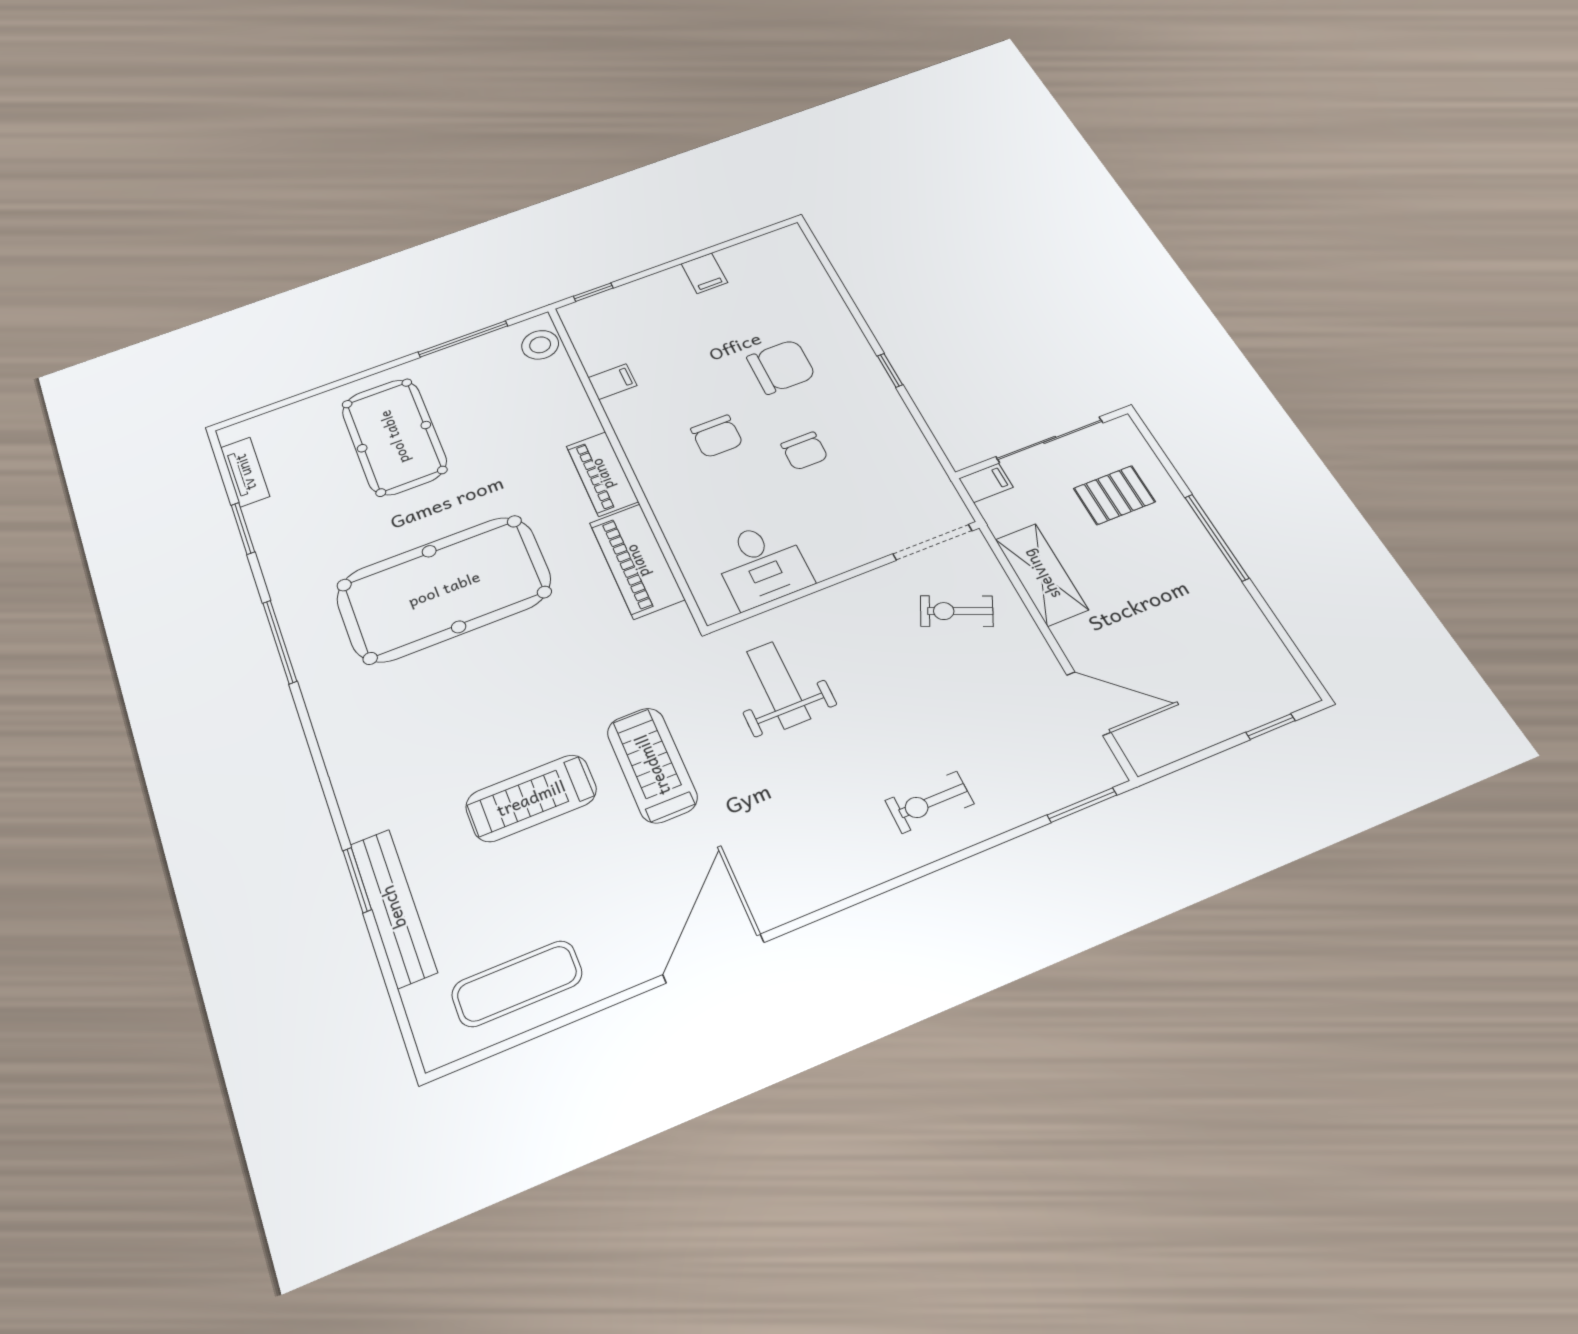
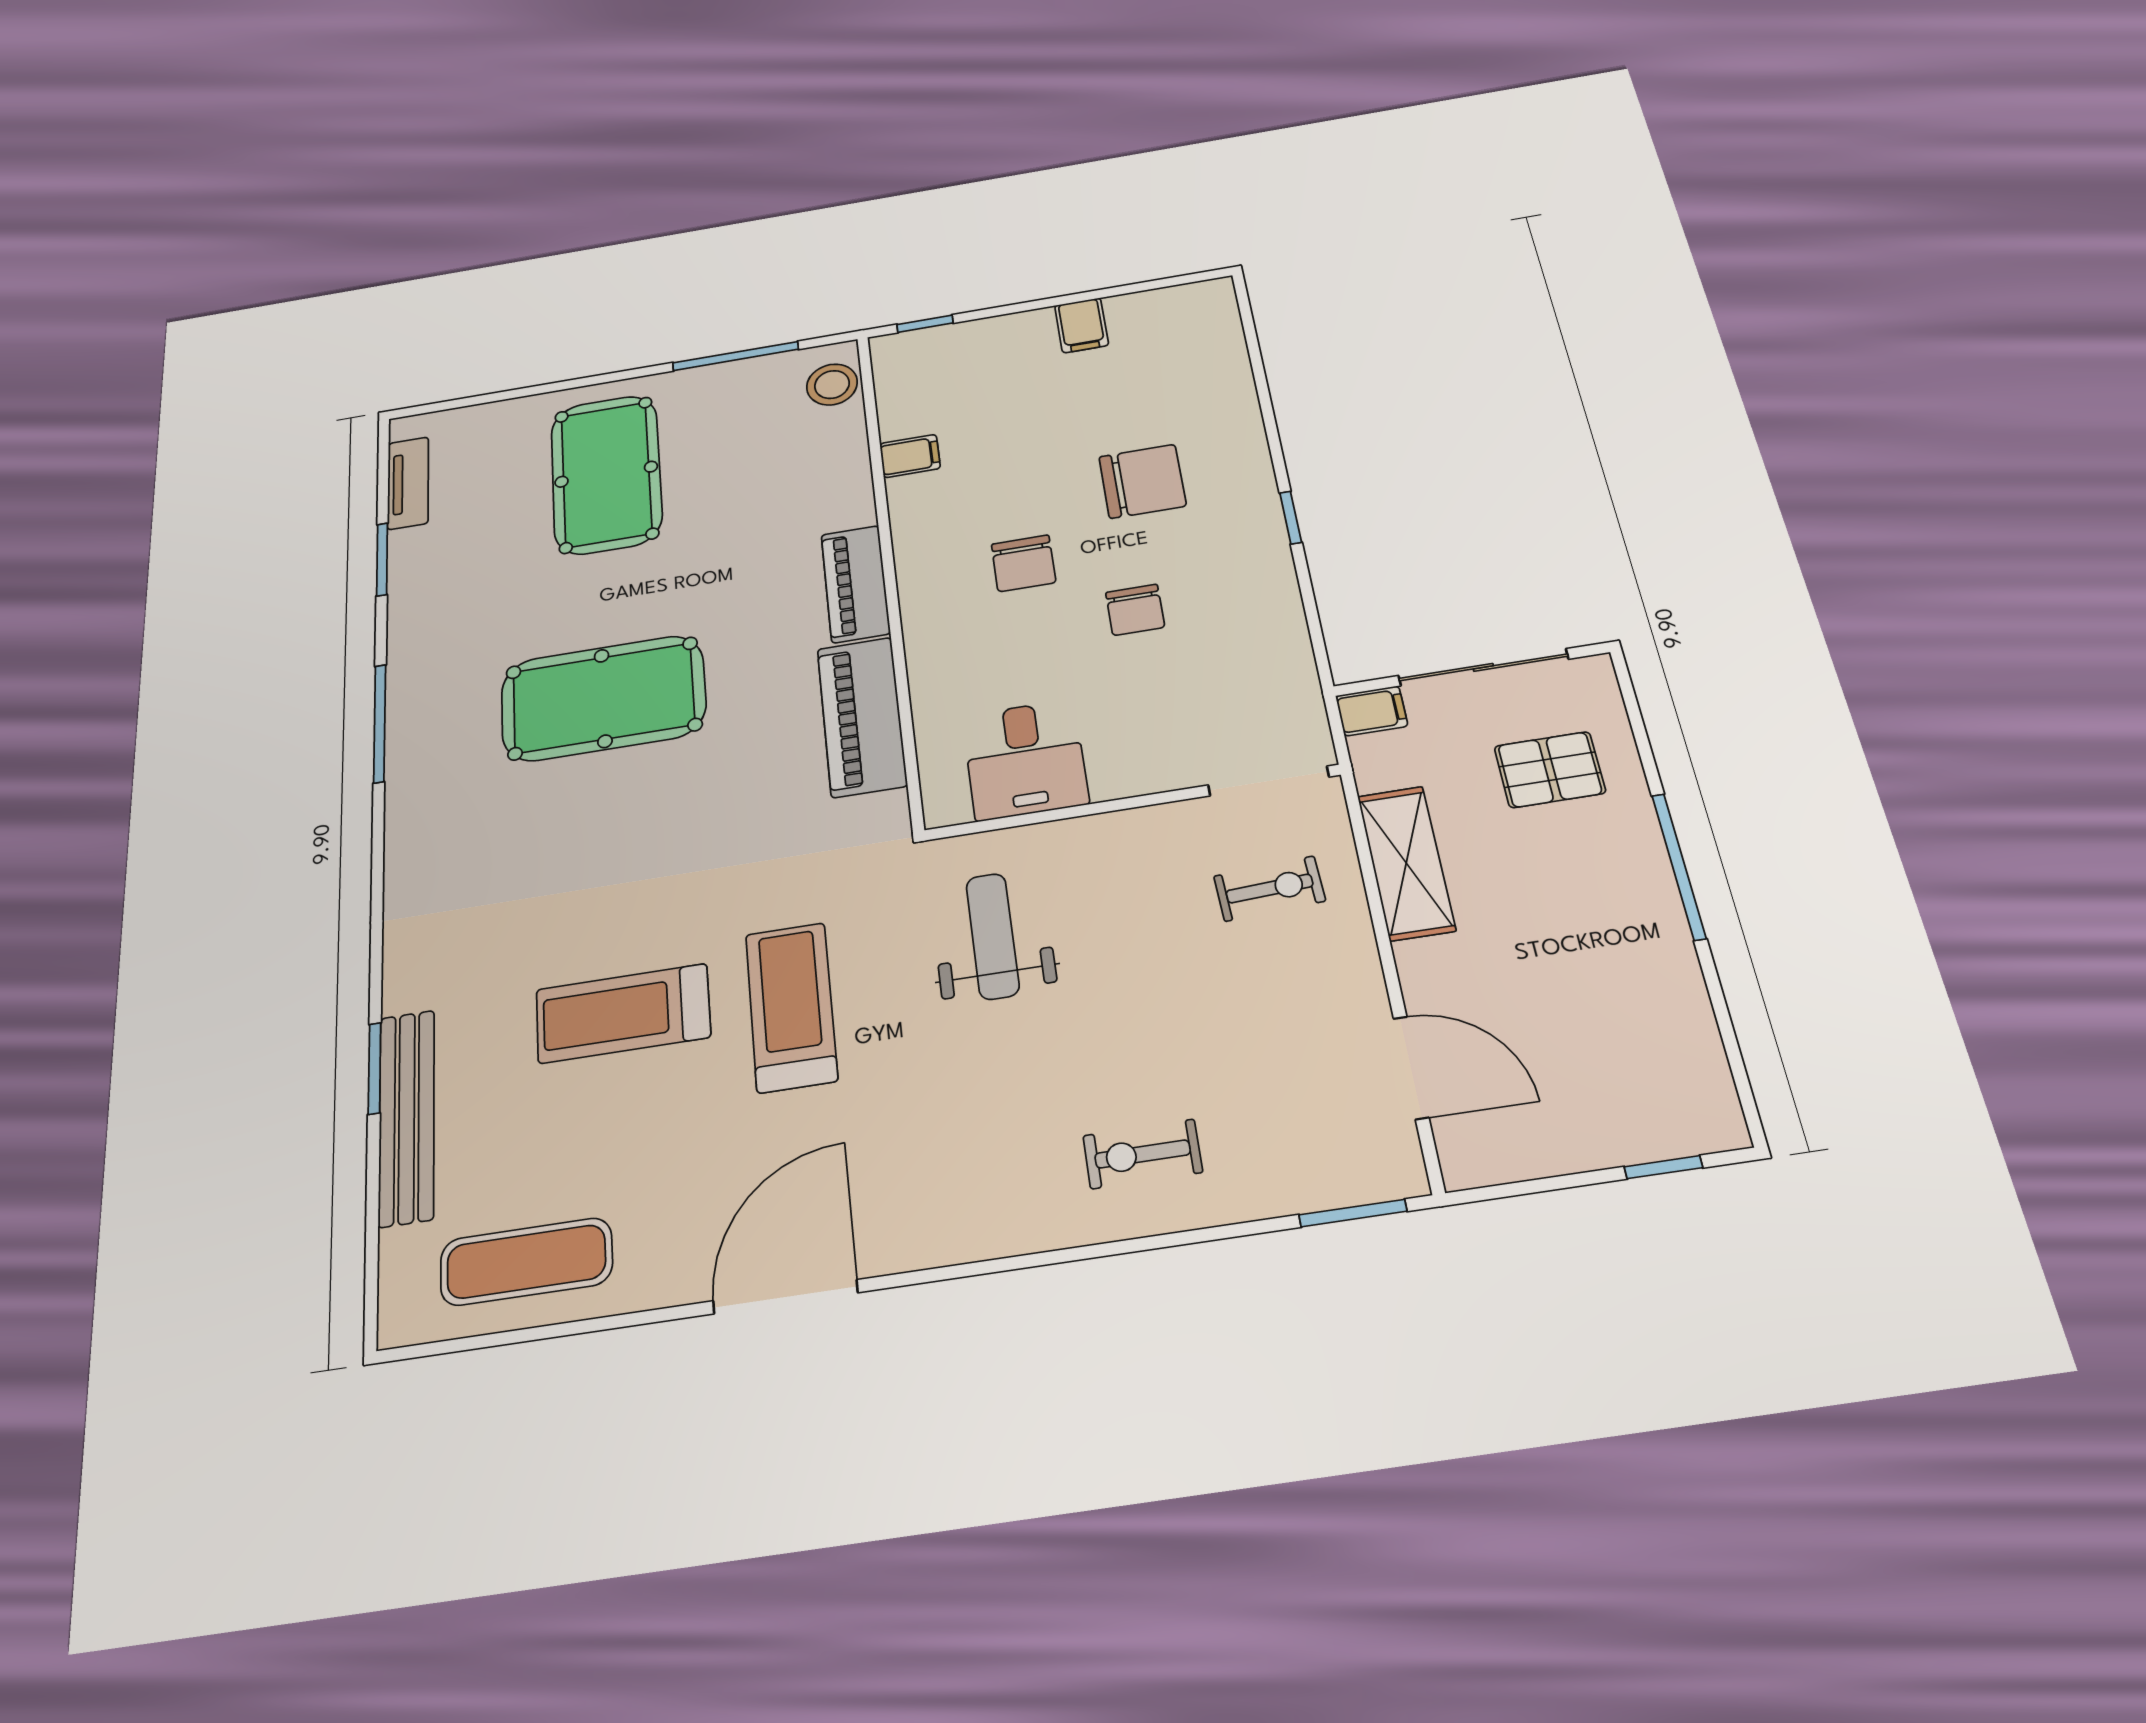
pool table: (444, 589) -> (603, 698), width x0.73, depth x0.76
exercise bike: (957, 611) -> (1270, 889), turned 152

